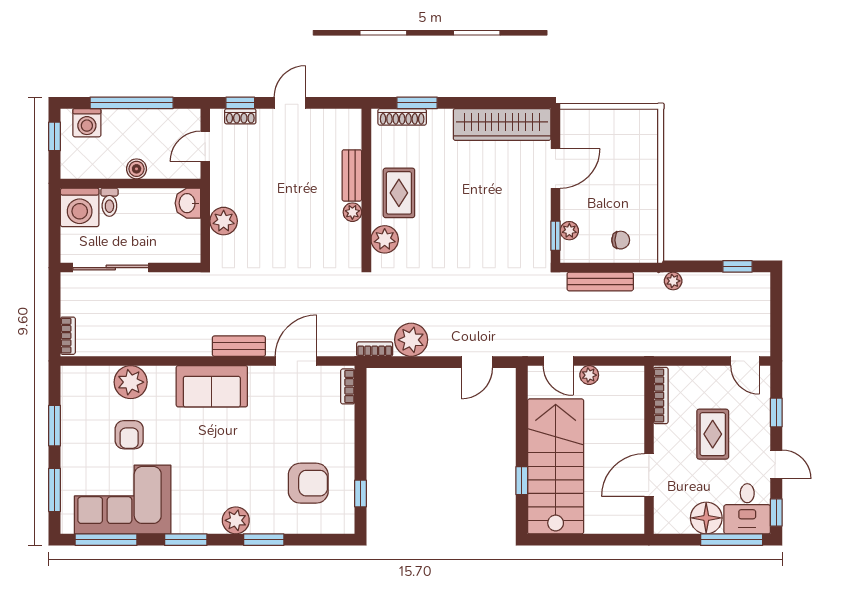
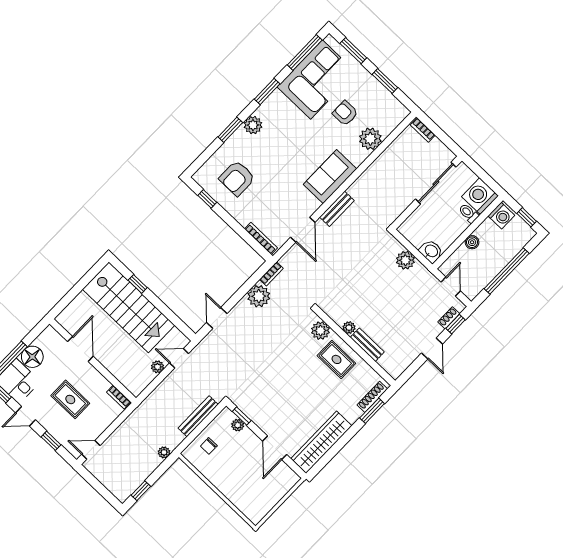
washing machine: (87, 123) -> (501, 216), moved, turned 180
bookcase: (348, 386) -> (261, 238), width x1.56
bookcase: (661, 396) -> (119, 397), width x0.64

